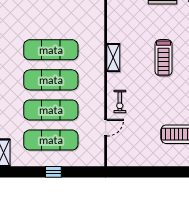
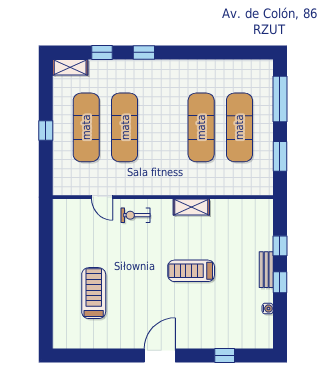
exercise mat: (51, 80) -> (239, 127), moved

